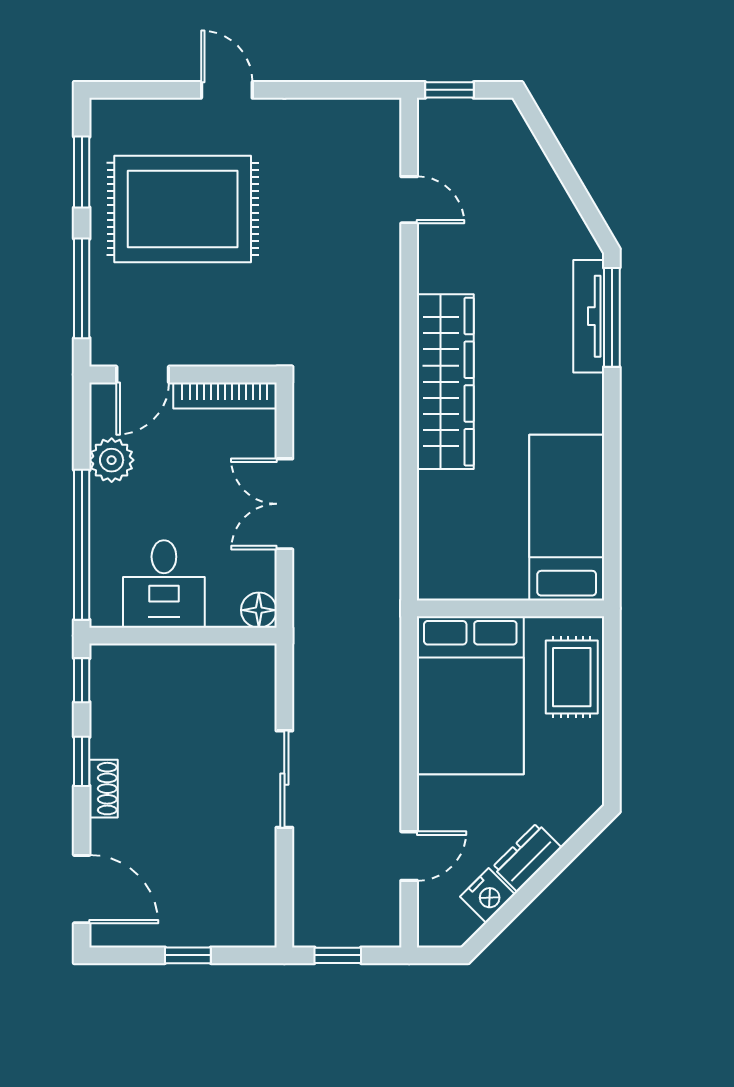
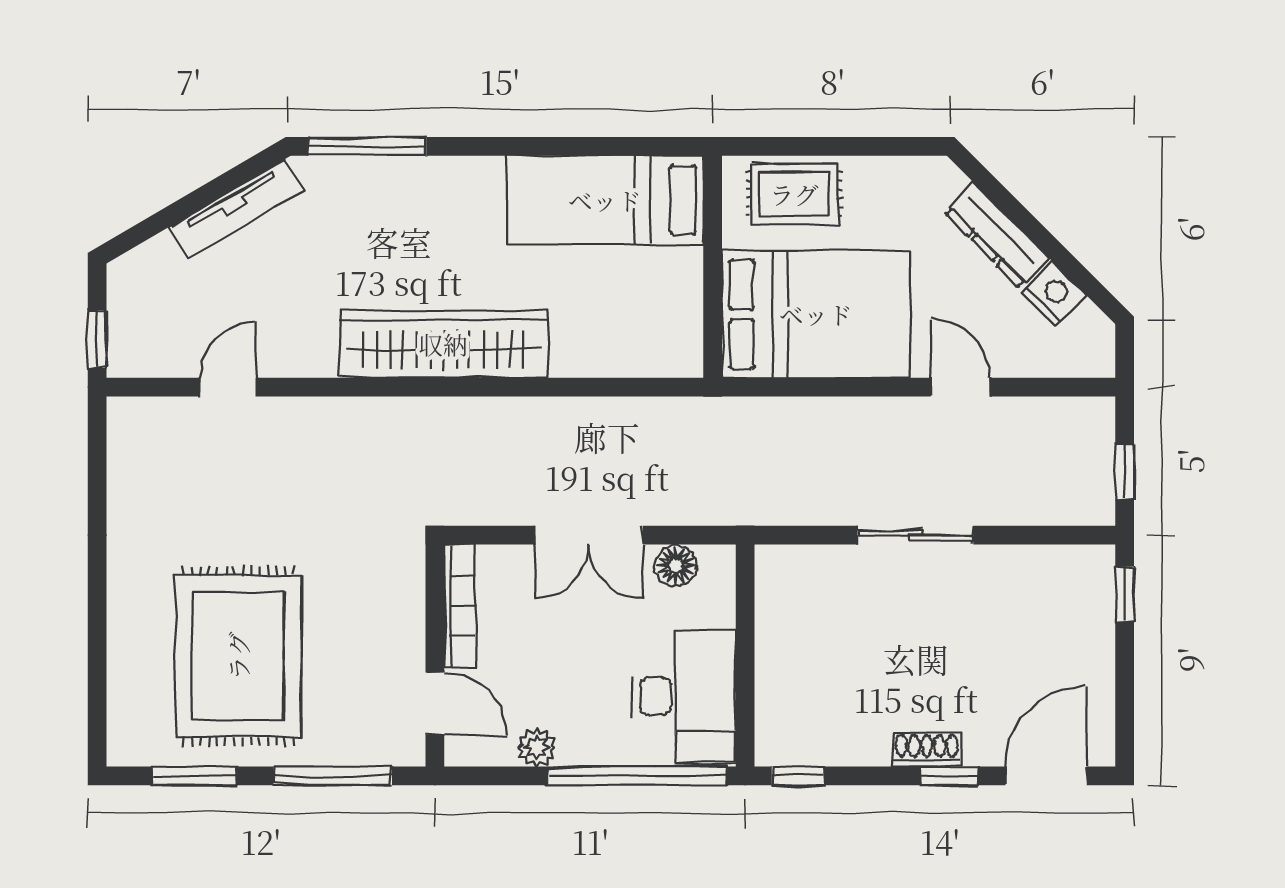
door: (227, 90) -> (97, 604), removed
tv unit: (589, 316) -> (236, 209), moved, turned -30
plant: (112, 460) -> (537, 748), width x0.73, depth x0.73
desk: (164, 584) -> (684, 696), width x1.37
floor lamp: (259, 610) -> (676, 566), moved
window: (82, 761) -> (949, 776), moved
door: (409, 856) -> (960, 387), moved
dresser: (527, 857) -> (997, 235), width x1.44
window: (188, 955) -> (1125, 594), moved

